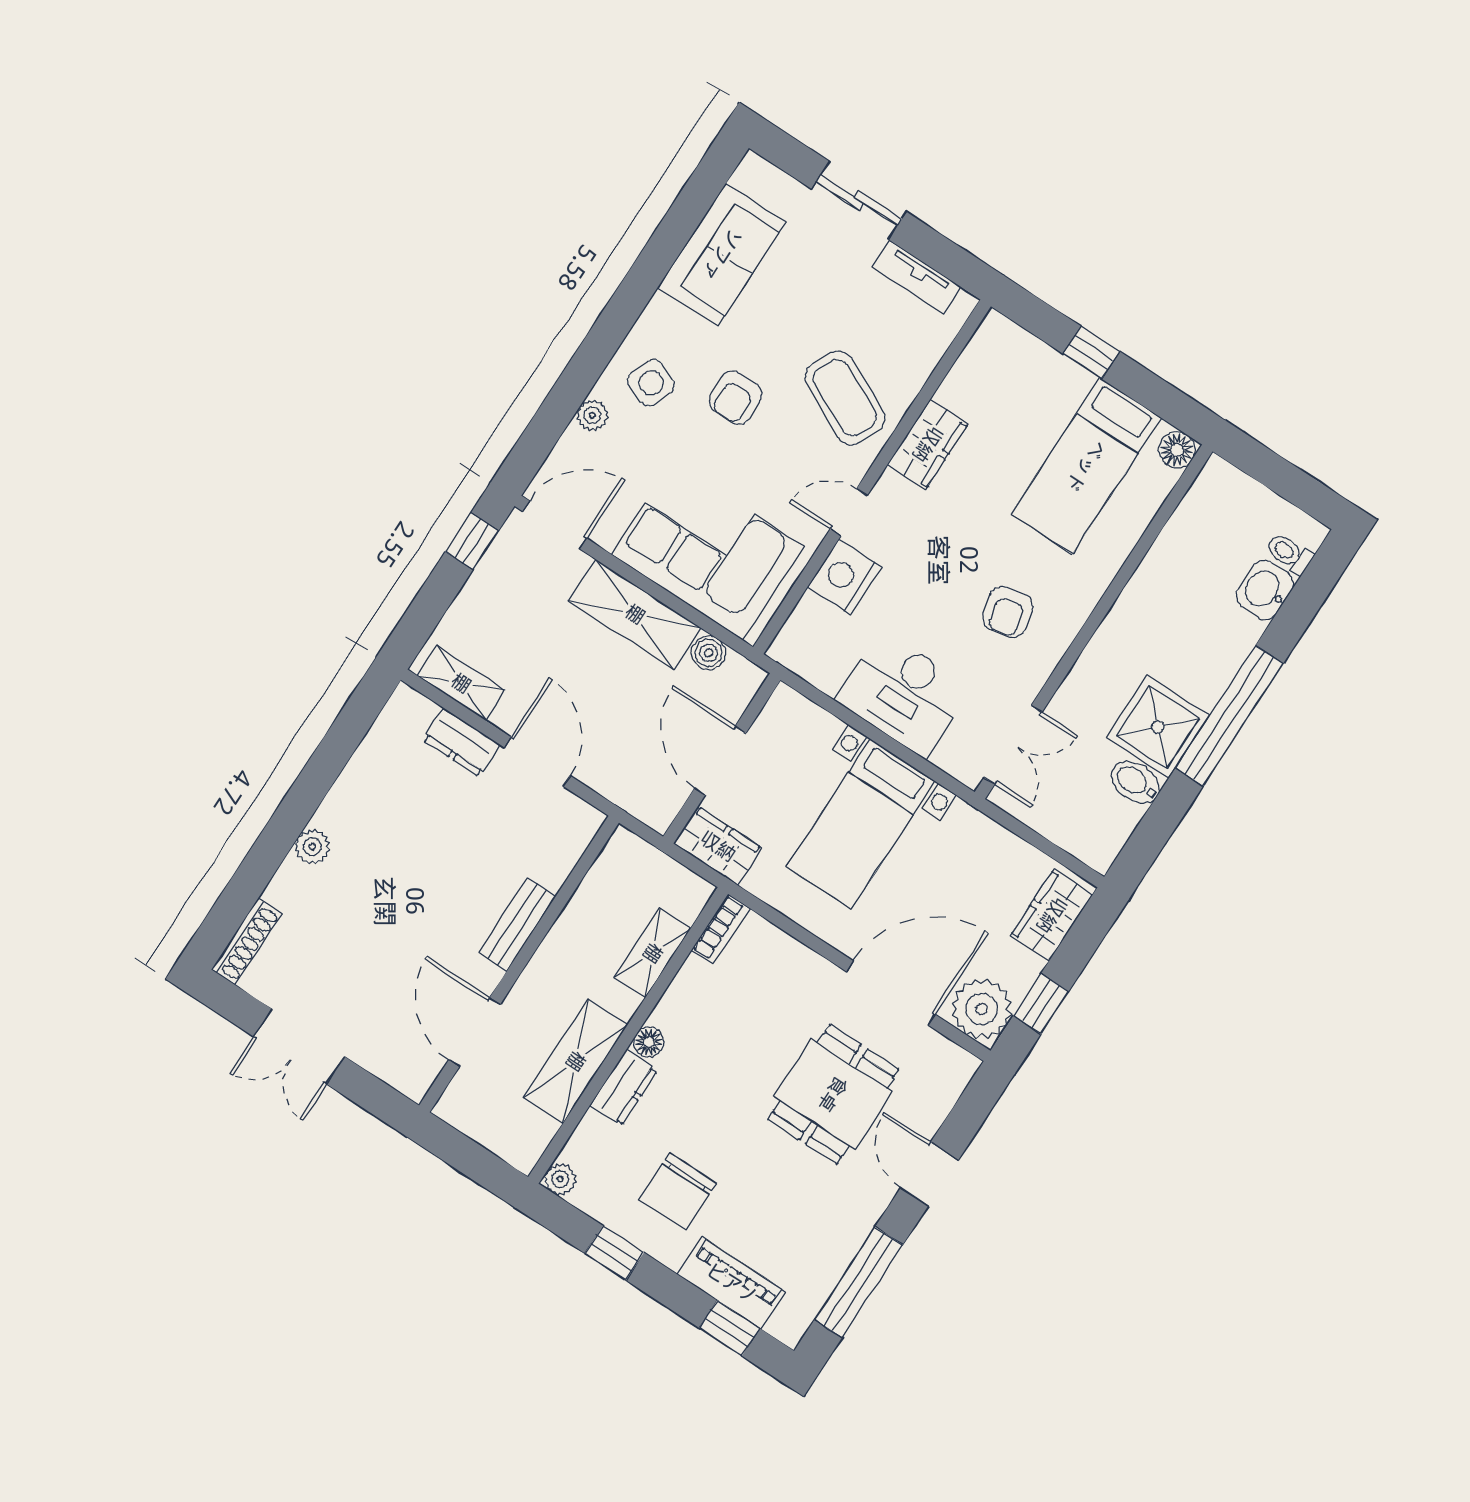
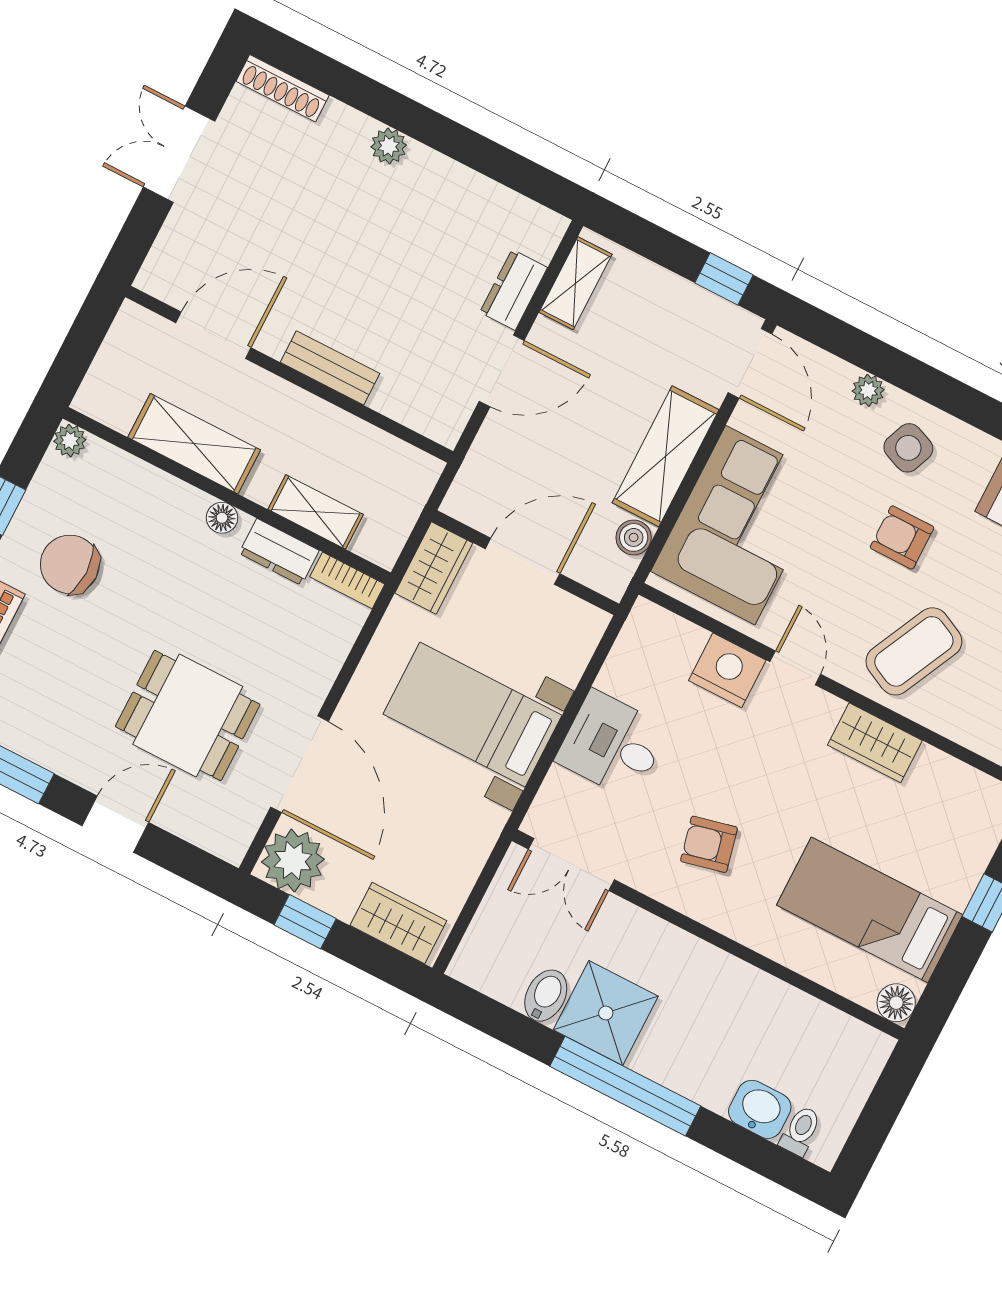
desk: (903, 694) -> (612, 745), width x0.73
dresser: (624, 1088) -> (279, 552), moved

